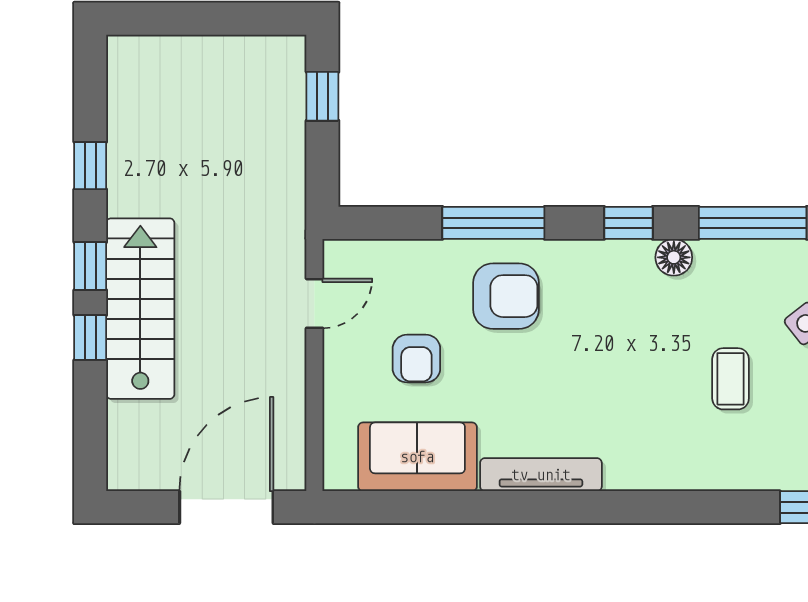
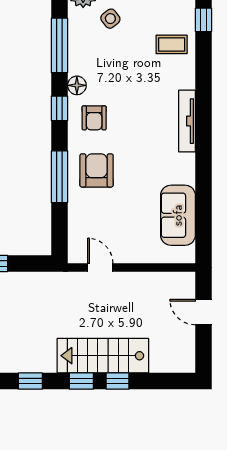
armchair: (416, 359) -> (94, 118), moved, turned 90
coffee table: (731, 379) -> (172, 44), moved
tv unit: (541, 475) -> (187, 121), moved
door: (226, 507) -> (203, 312), width x0.53

